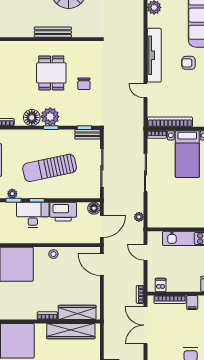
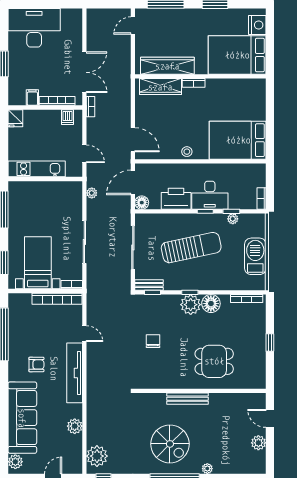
dining table: (51, 73) -> (214, 361), moved, turned 90

